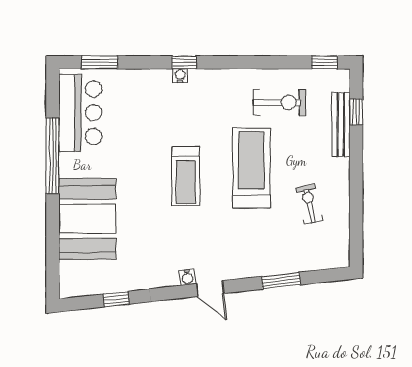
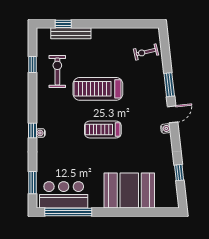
window: (324, 62) -> (32, 64), moved
window: (53, 156) -> (68, 212), moved
treadmill: (186, 176) -> (103, 130), turned 180
exercise bike: (309, 204) -> (146, 52), moved
window: (281, 281) -> (169, 85), moved

